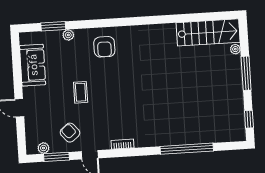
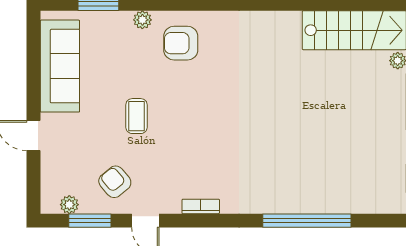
plant: (68, 35) -> (142, 20), moved
armchair: (104, 47) -> (181, 43), turned 90
sofa: (33, 65) -> (60, 66), width x1.36

